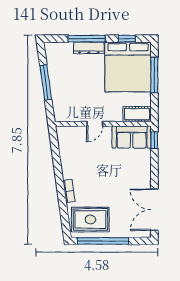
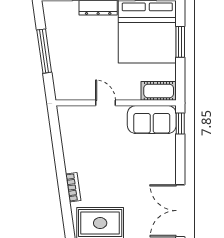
window: (154, 75) -> (180, 42), width x0.69
door: (95, 124) -> (105, 103), swing flipped

